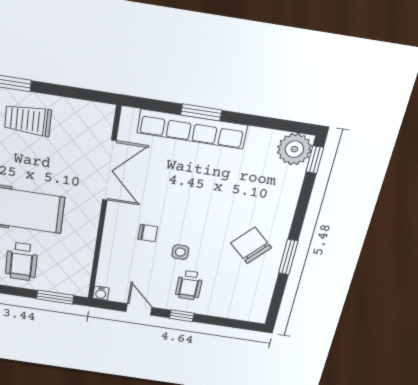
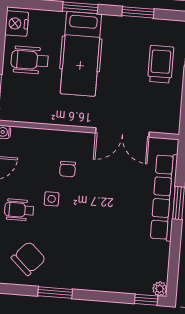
plant: (294, 149) -> (160, 289), width x0.53, depth x0.53
chair: (251, 245) -> (28, 258), moved

